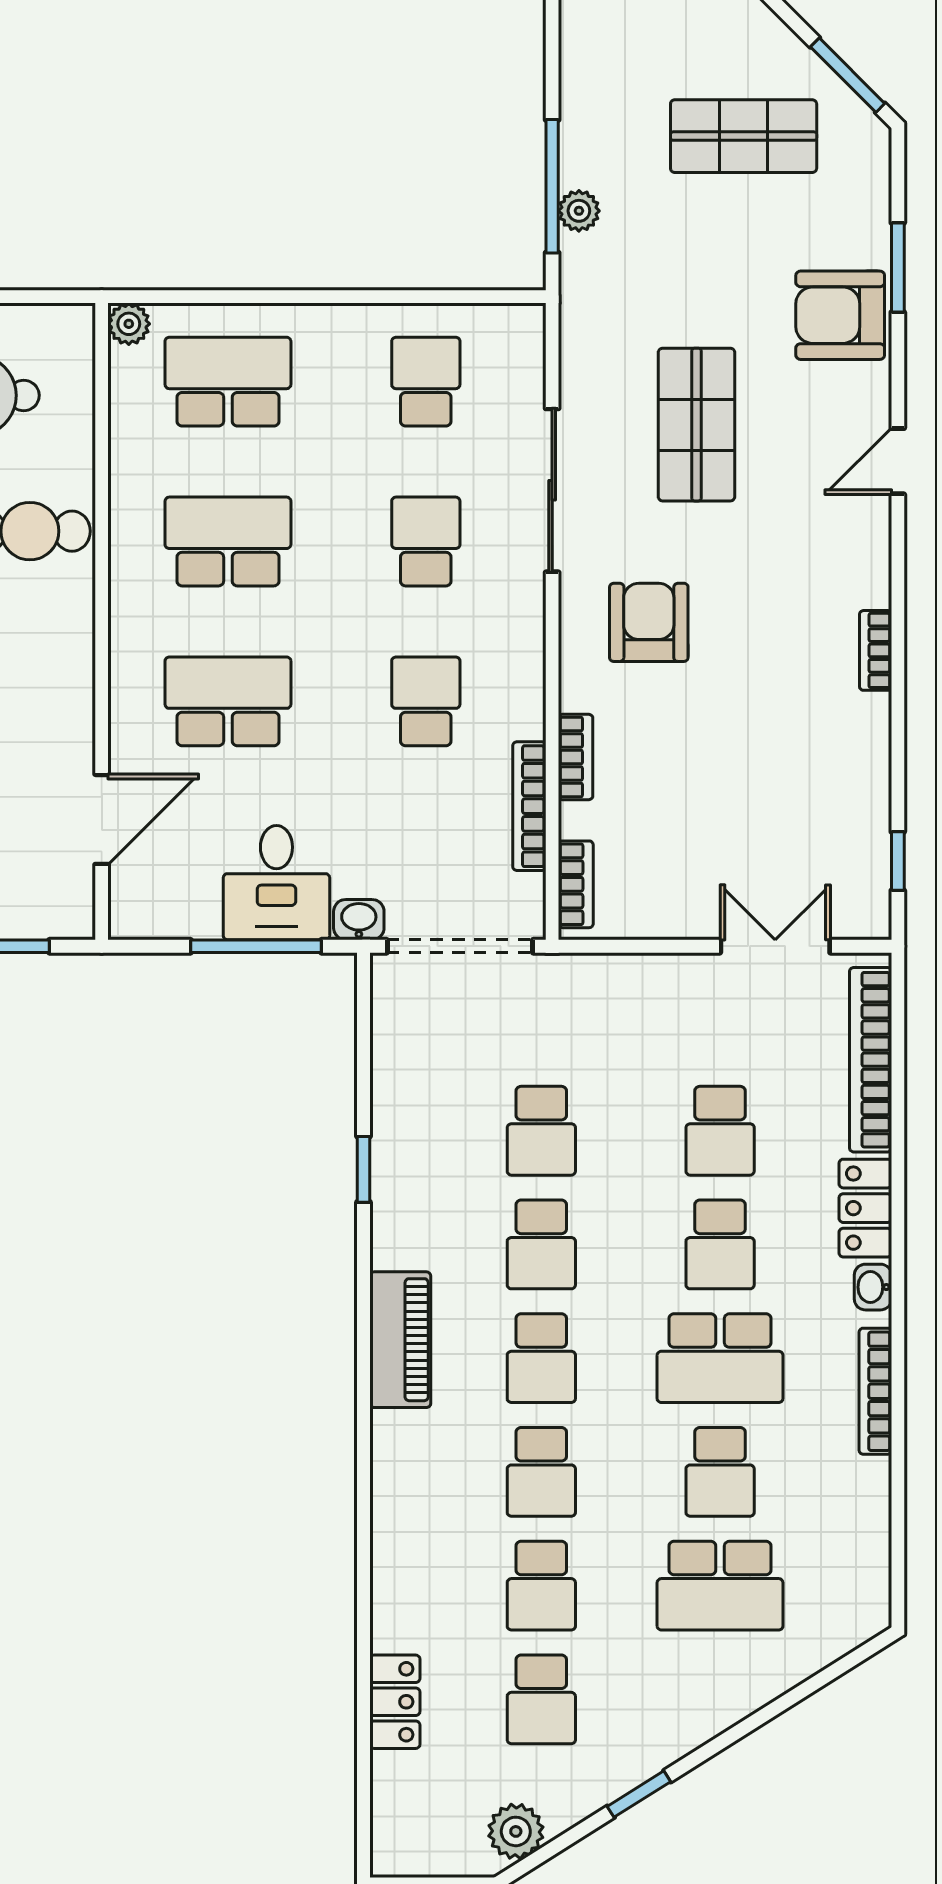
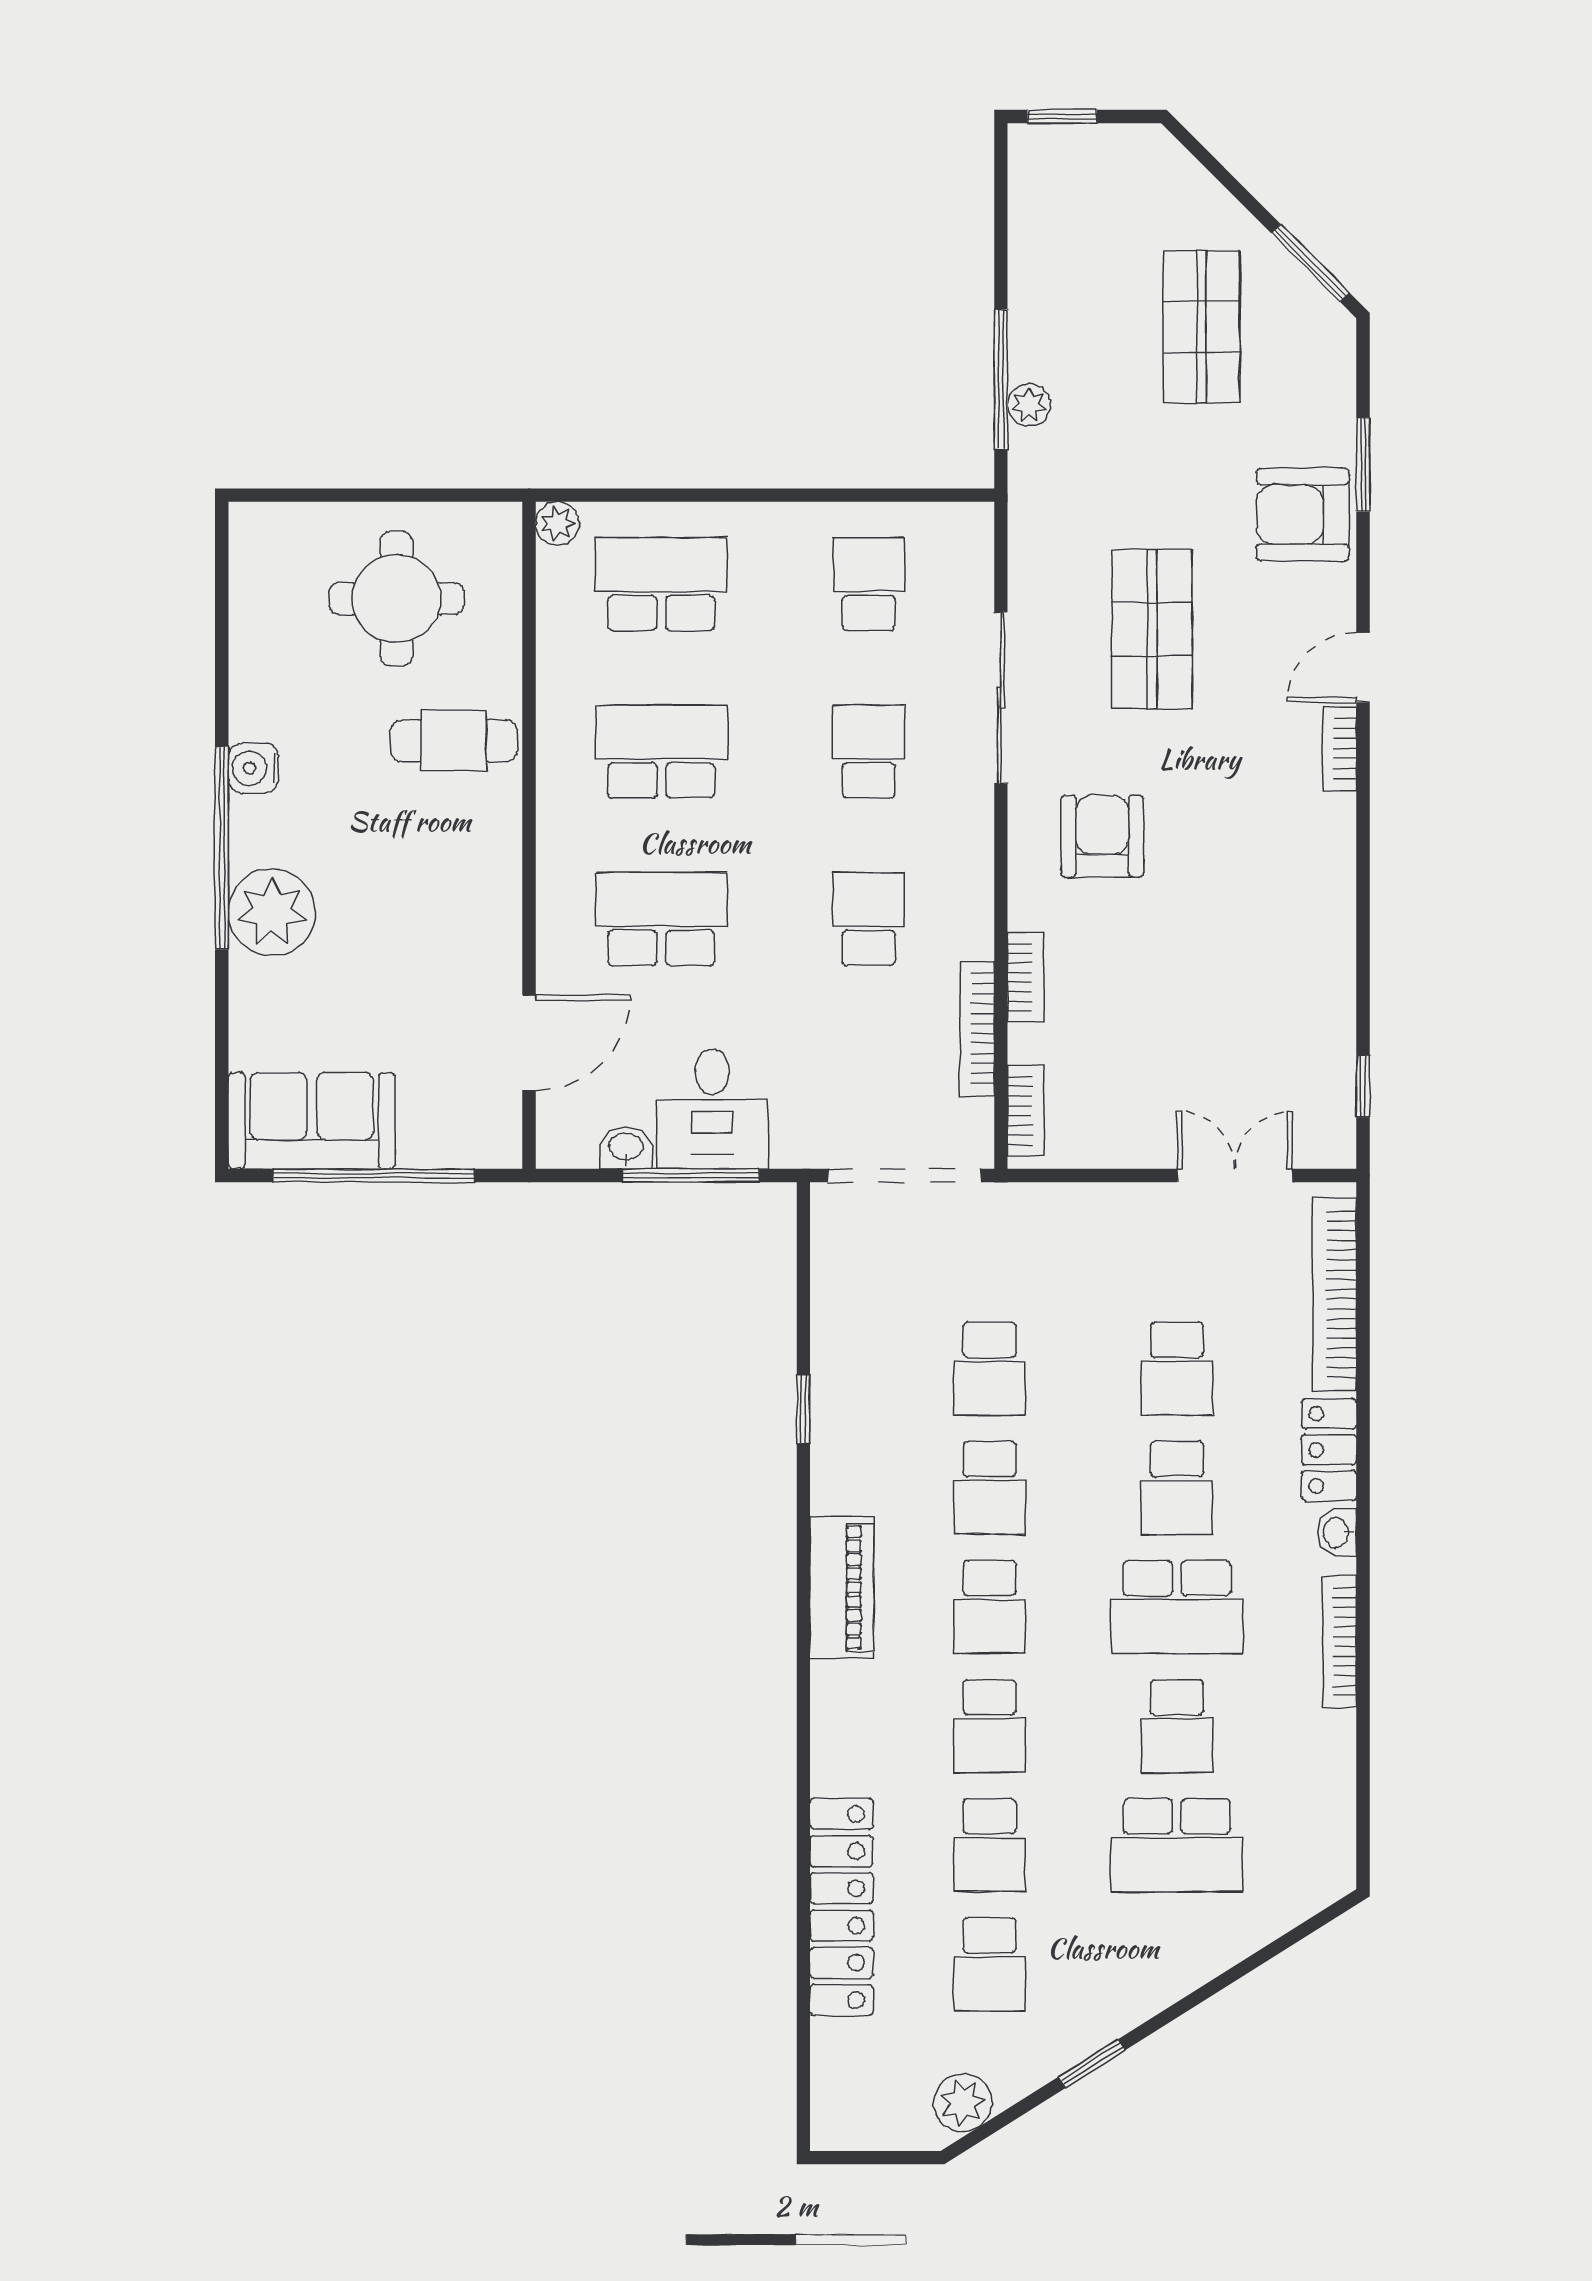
shop shelf: (744, 136) -> (1201, 327), turned 90
bookcase: (876, 650) -> (1340, 748), moved
washbasin: (359, 920) -> (626, 1148), moved
locker: (395, 1702) -> (842, 1907), width x2.16, depth x1.21

